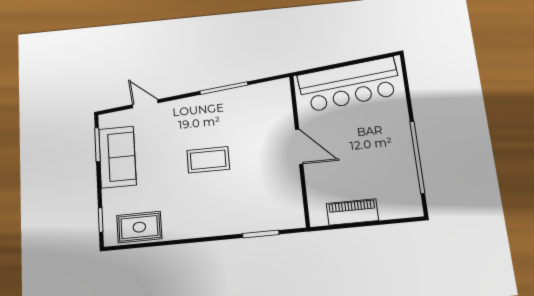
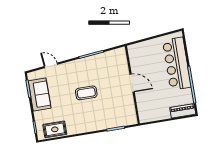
bar counter: (349, 84) -> (177, 64), moved, turned 96
piano: (352, 212) -> (183, 111), moved

